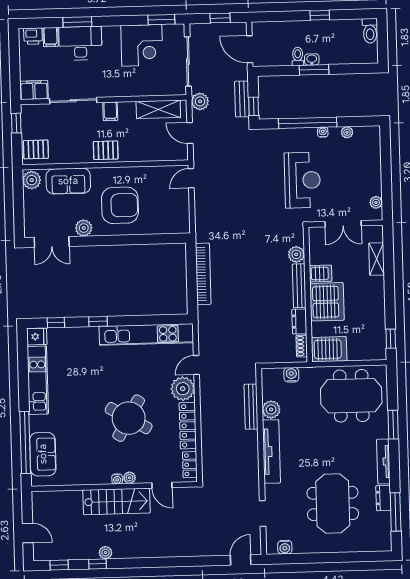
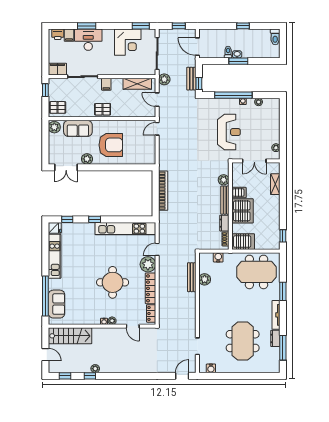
round table: (129, 418) -> (113, 282), turned -30
tv unit: (271, 452) -> (204, 306), removed
stairs: (117, 501) -> (70, 336), moved

